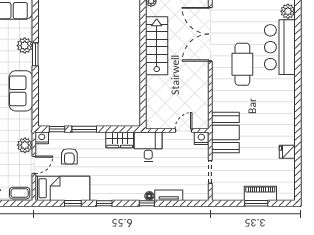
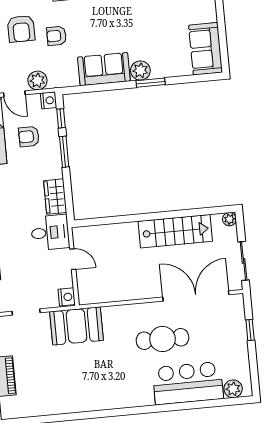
plant: (25, 46) -> (140, 70), moved
door: (183, 130) -> (73, 259), moved
fridge: (287, 152) -> (60, 404), removed

